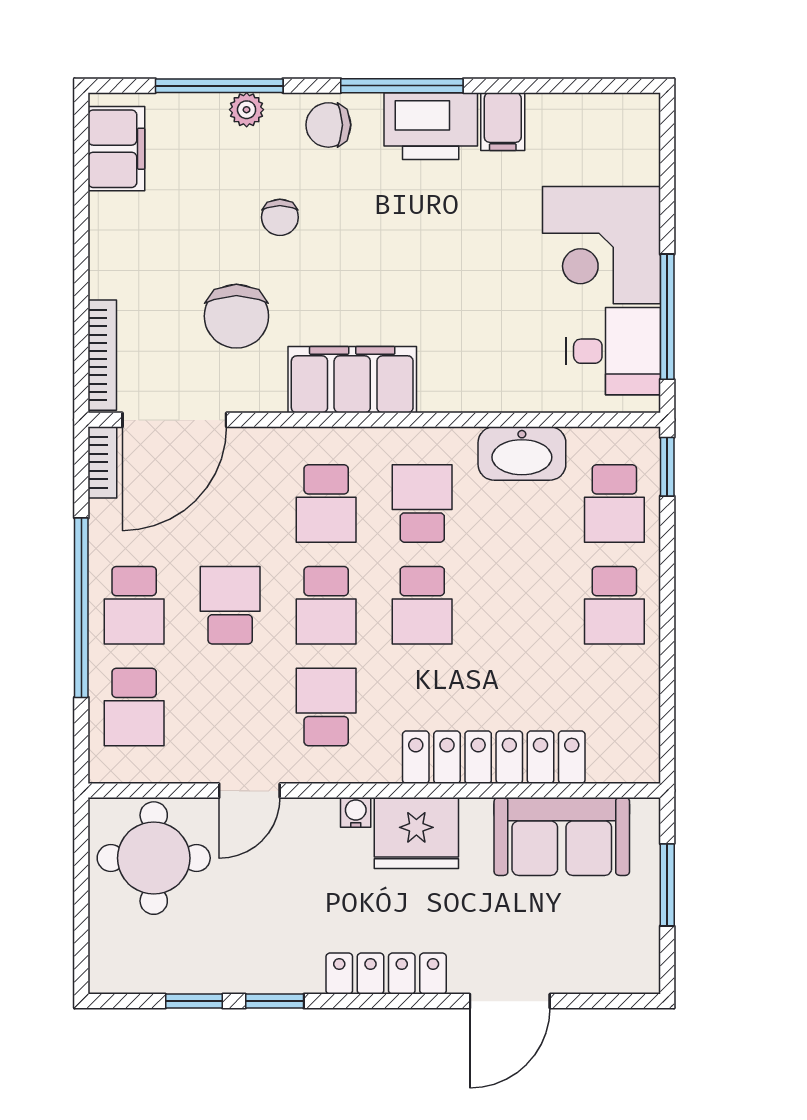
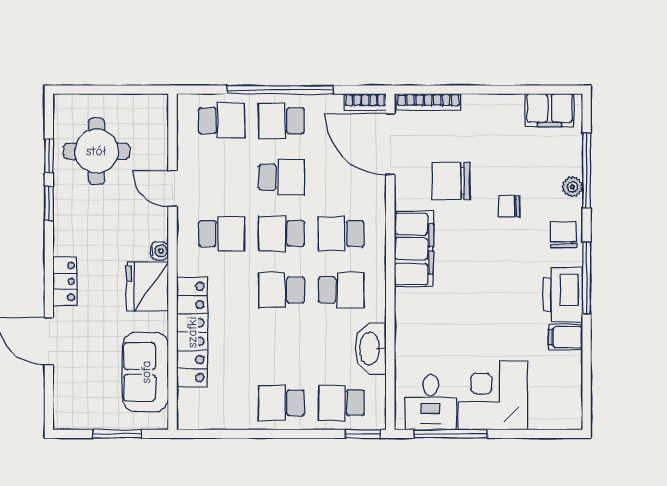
school desk: (134, 707) -> (222, 121), turned 180
round table: (154, 858) -> (96, 151), moved
locker: (386, 974) -> (65, 281), width x0.66

